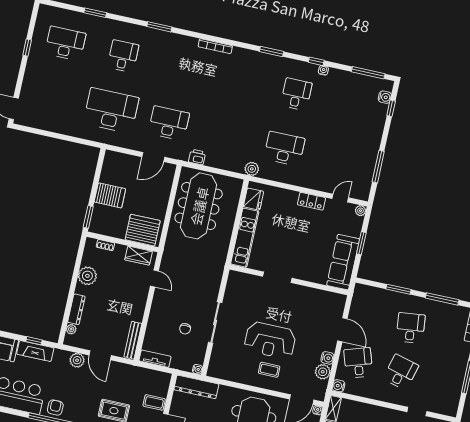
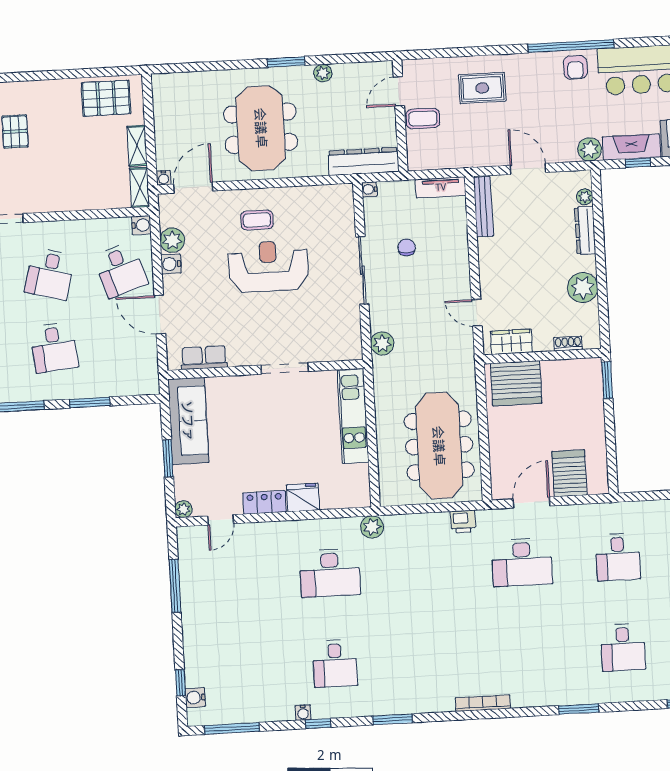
desk: (111, 110) -> (618, 557), width x0.53, depth x0.77
server rack: (110, 195) -> (569, 473), moved, turned 90
fridge: (253, 199) -> (303, 497), moved, turned 90
plant: (215, 276) -> (382, 344), added
row of seats: (323, 297) -> (204, 358), added
plant: (77, 360) -> (590, 149), moved

